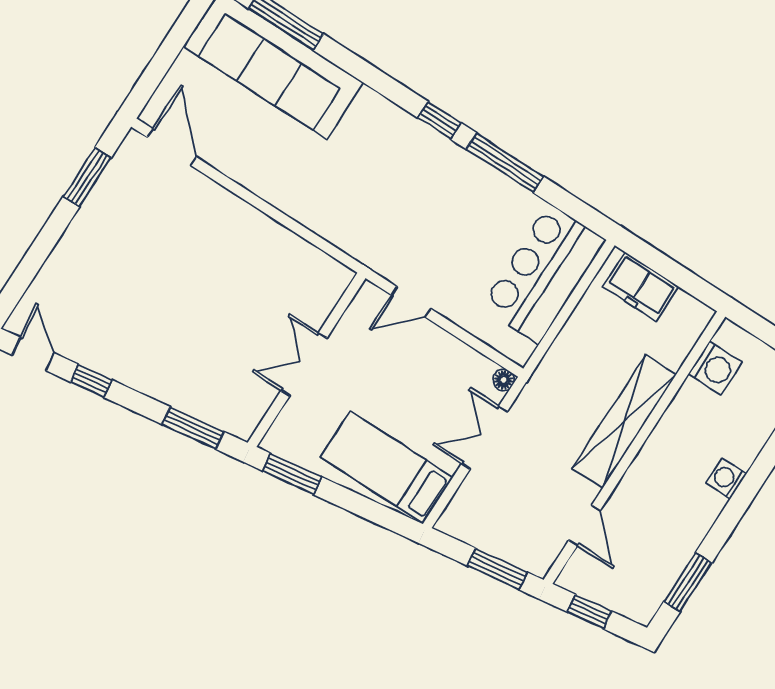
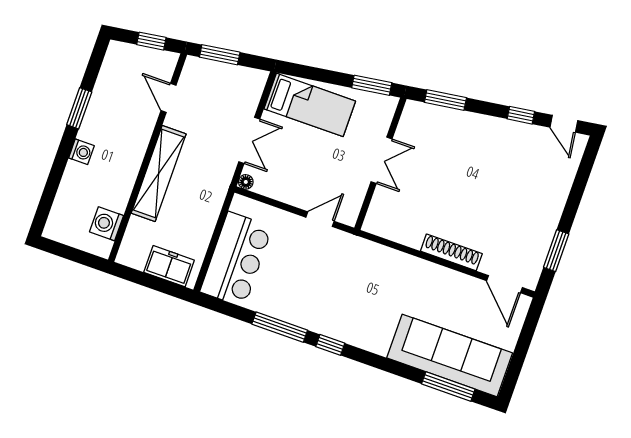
shoe rack: (236, 210) -> (451, 252), added
window: (688, 582) -> (79, 108), moved

